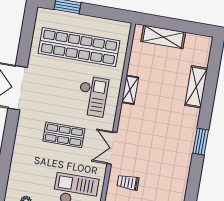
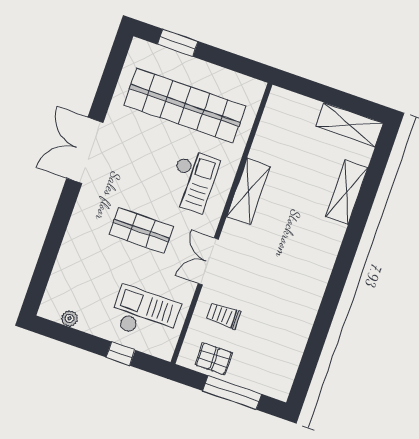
shelving: (163, 37) -> (349, 125), moved
shelving: (130, 90) -> (248, 191), width x1.50, depth x1.33
window: (201, 142) -> (340, 273), removed

